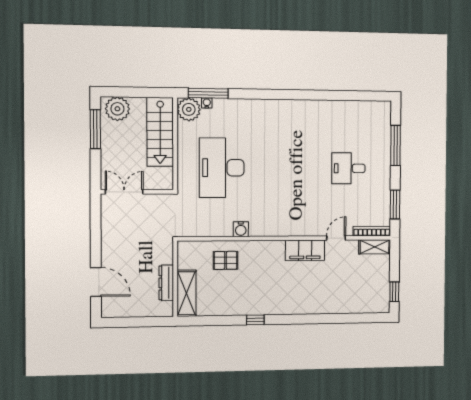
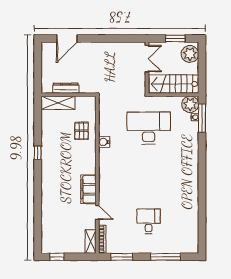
window: (95, 129) -> (175, 38), width x0.69
double door: (124, 192) -> (147, 59), moved
wall: (137, 192) -> (147, 68), moved

